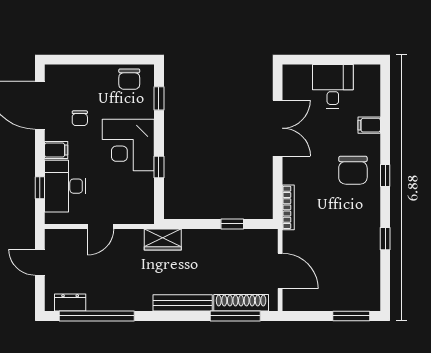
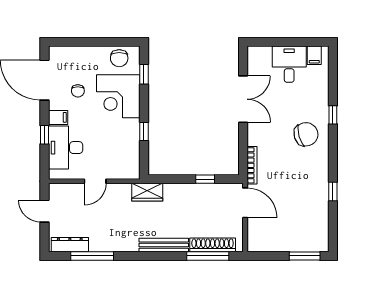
filing cabinet: (369, 125) -> (314, 55), moved, turned -90
corner desk: (128, 145) -> (118, 96), moved
chair: (353, 170) -> (306, 134), turned -106
window: (385, 176) -> (333, 115), moved
window: (40, 188) -> (45, 135), moved
door: (280, 271) -> (245, 203), moved
dresser: (70, 302) -> (70, 245), width x1.44
window: (97, 316) -> (92, 256), width x0.68

